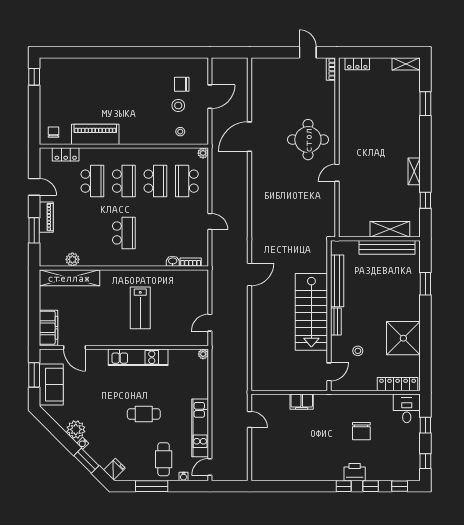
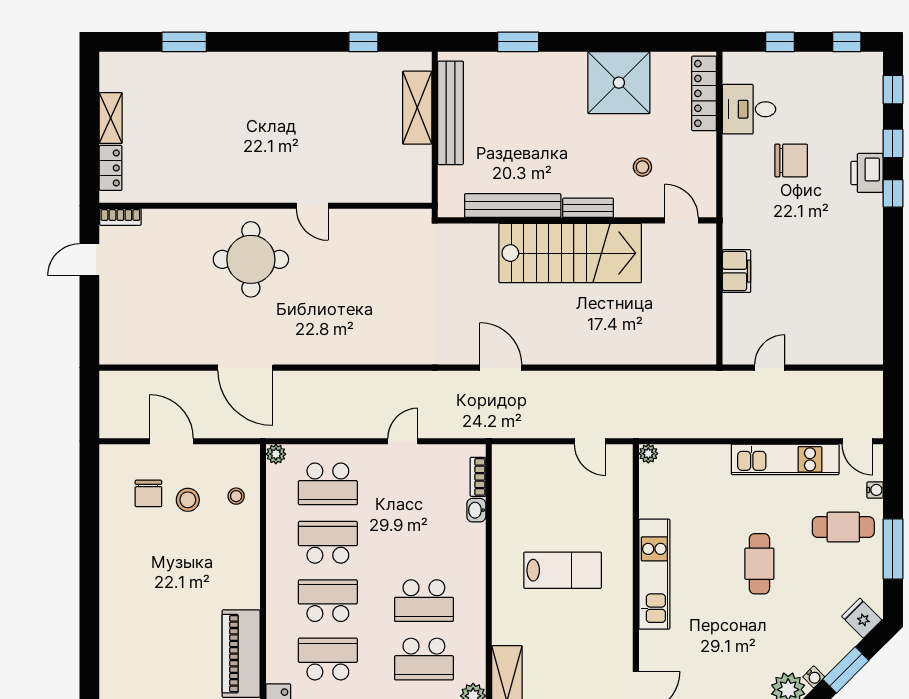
shelving: (406, 64) -> (111, 118), moved
shelving: (414, 171) -> (310, 63), removed
school desk: (92, 233) -> (424, 659), added
school desk: (124, 233) -> (424, 601), turned 180
desk: (407, 408) -> (749, 109), moved

